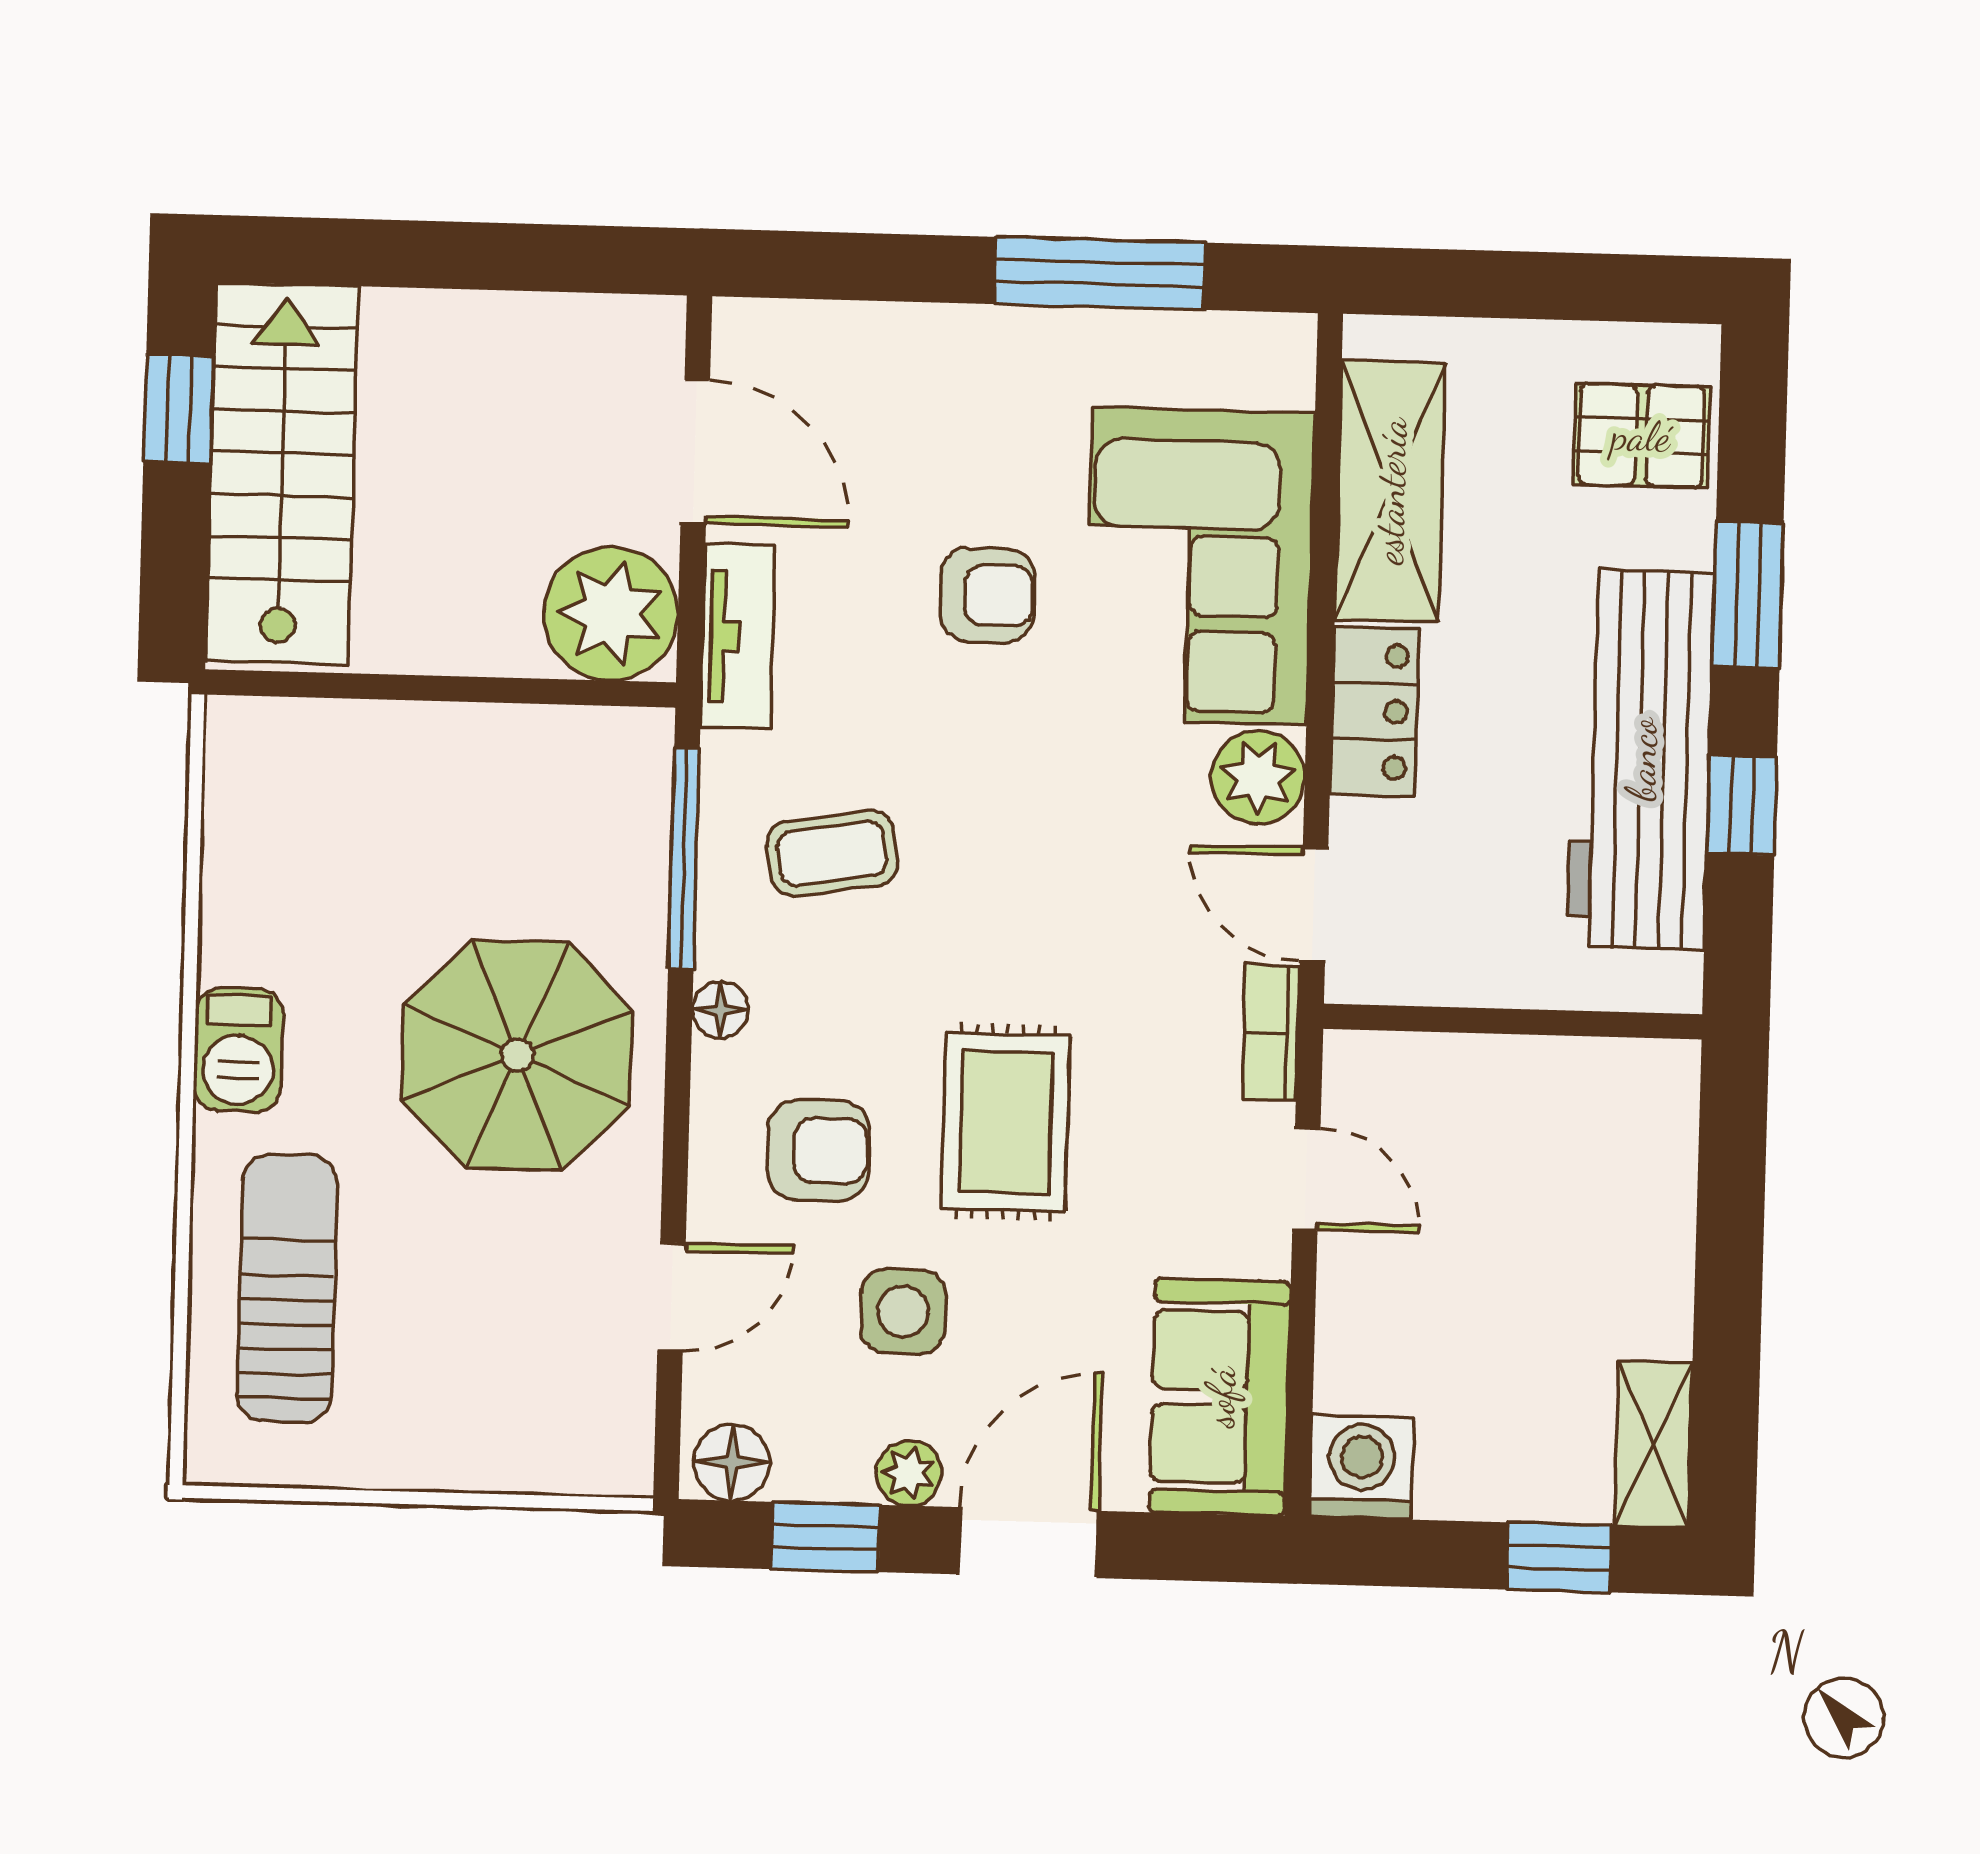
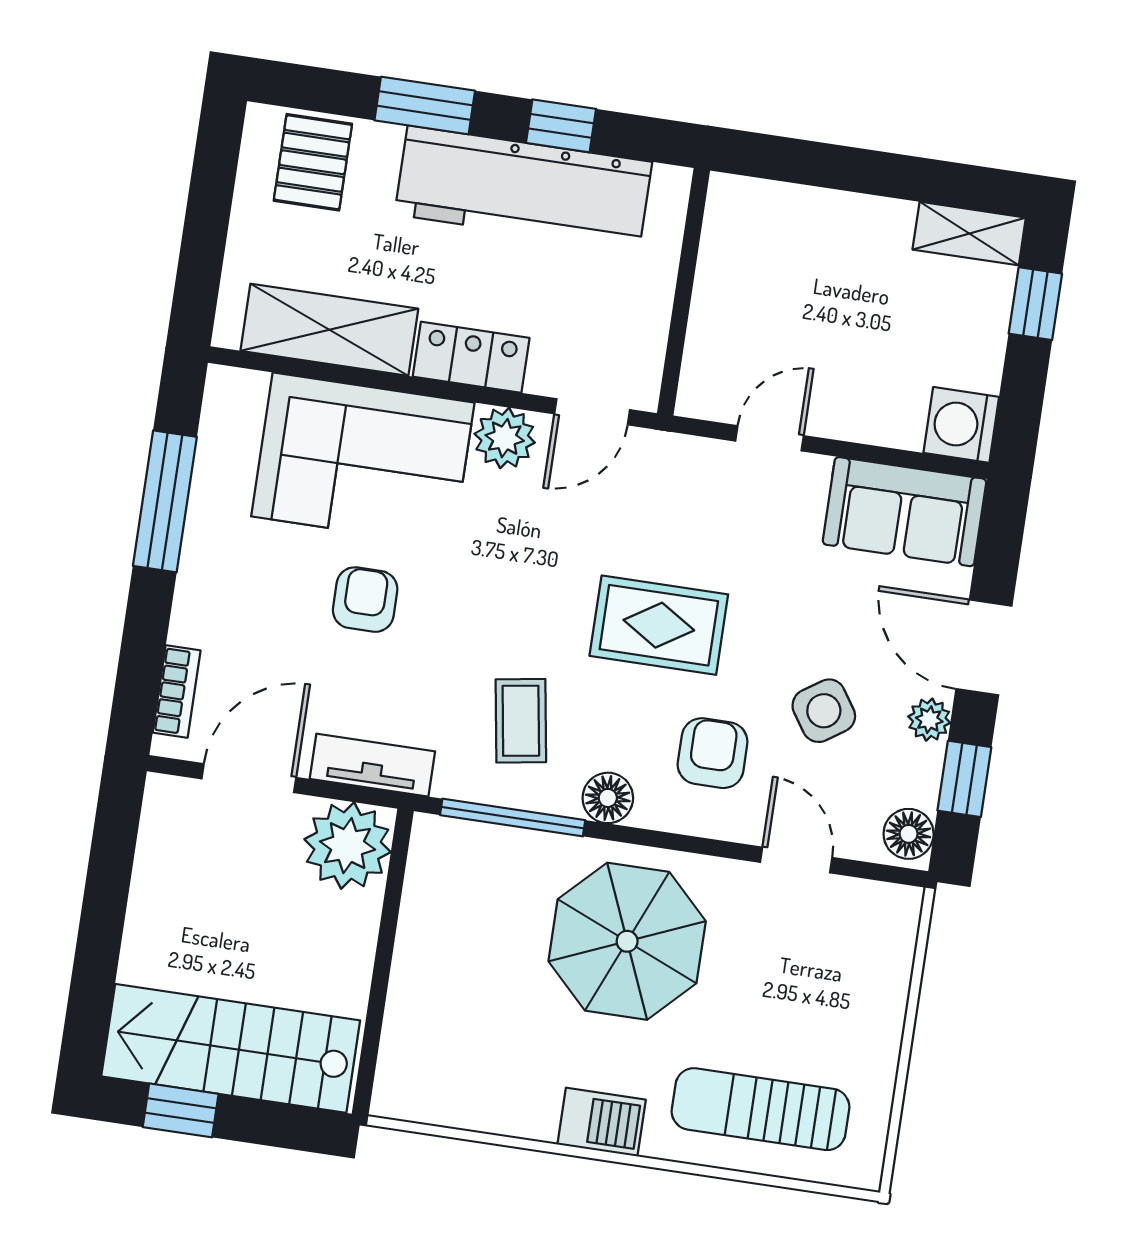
floor lamp: (720, 1010) -> (608, 798), width x1.37, depth x1.37
bookcase: (1271, 1033) -> (177, 691), moved, turned -90
rug: (1006, 1122) -> (659, 625), moved
side table: (903, 1311) -> (824, 711), turned -34

